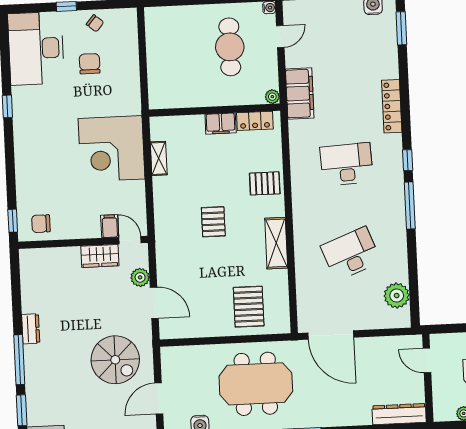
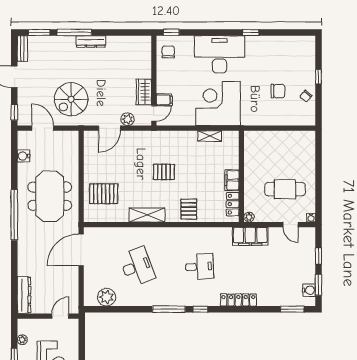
desk: (36, 48) -> (219, 54), moved
desk: (347, 164) -> (200, 267), width x0.73
dresser: (31, 329) -> (91, 41), width x1.44

